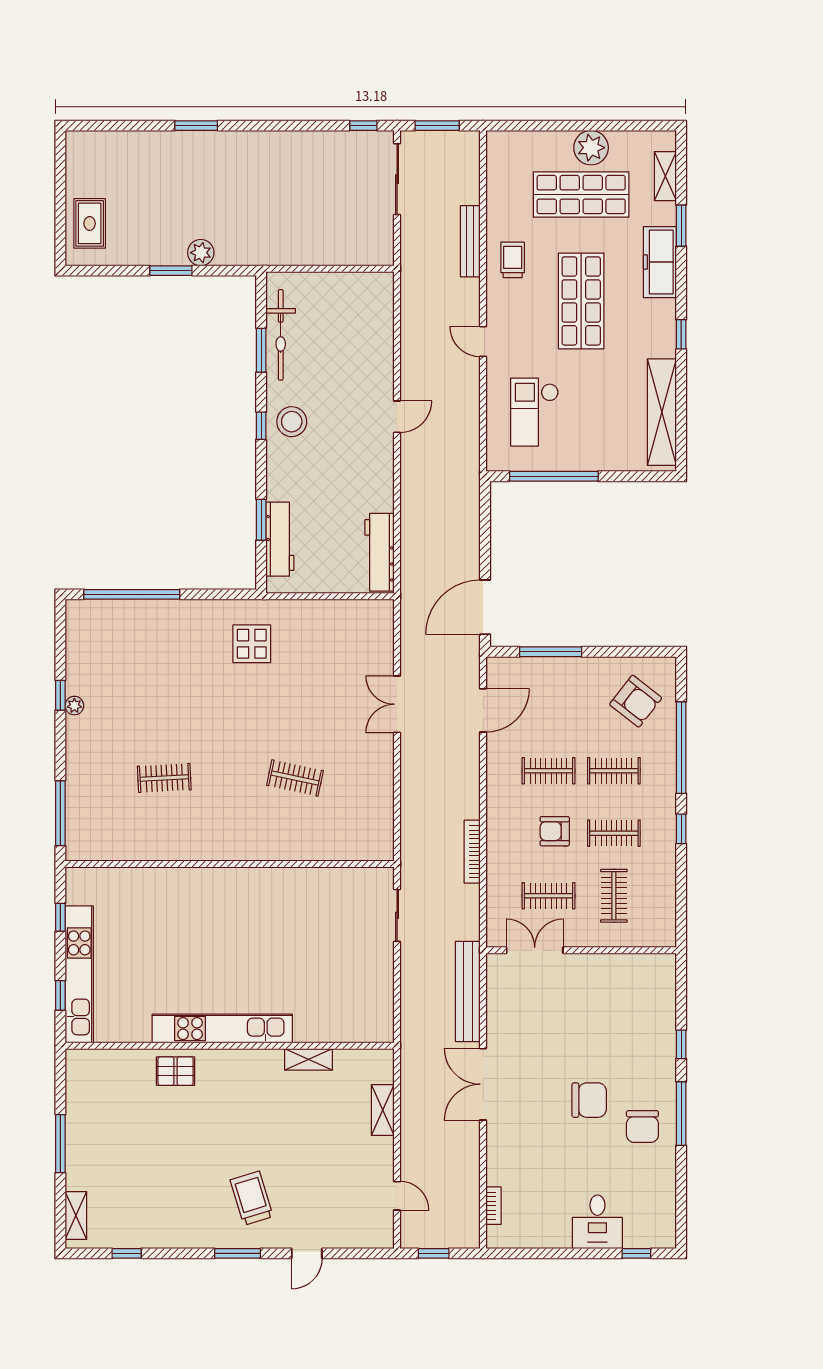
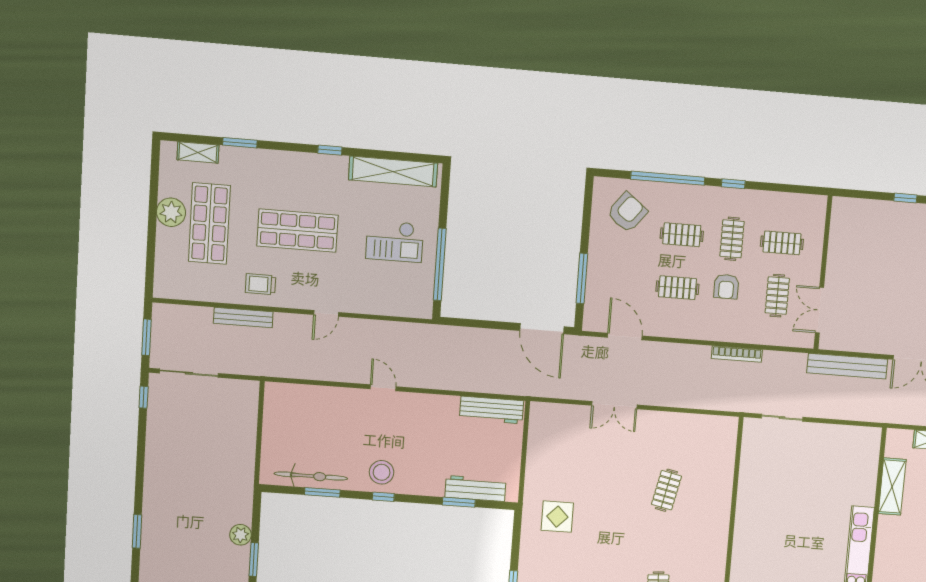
freezer: (660, 262) -> (269, 163), removed
checkout: (534, 412) -> (395, 241), moved
clothes rail: (548, 771) -> (677, 288), turned 90
clothes rail: (614, 771) -> (682, 235), turned 90
shelving: (309, 1059) -> (892, 486), width x1.50, depth x1.33

